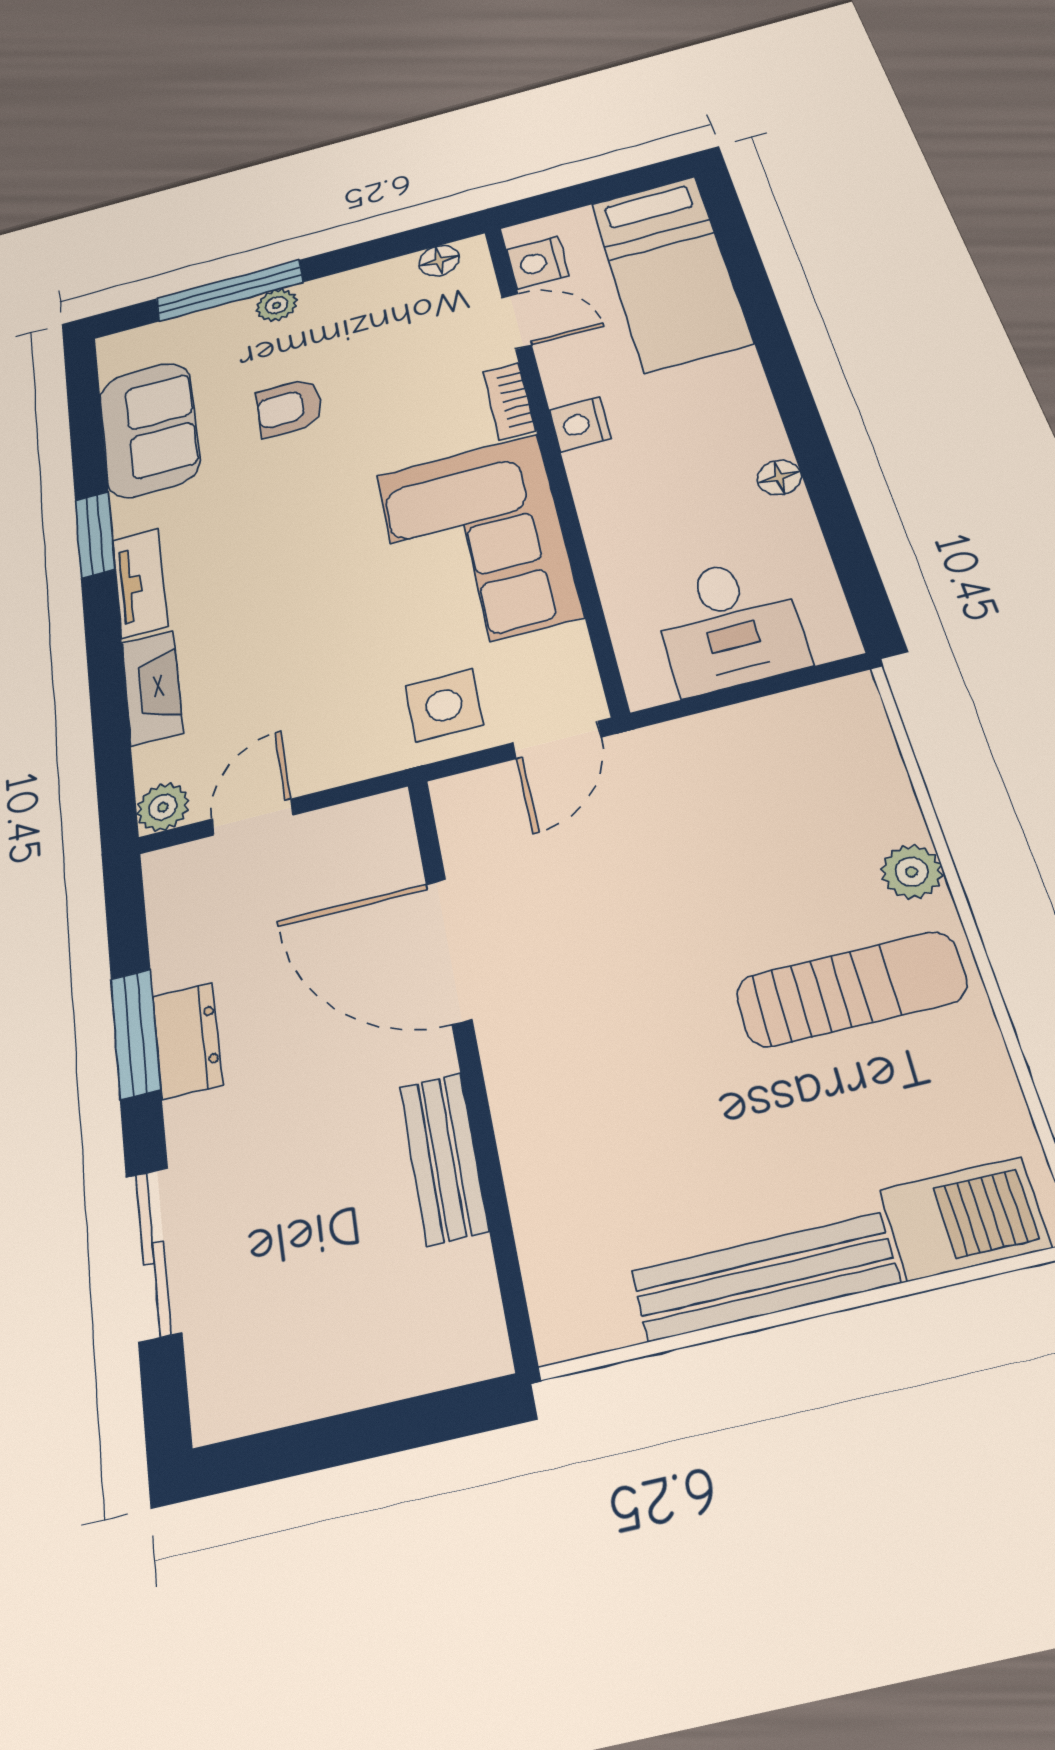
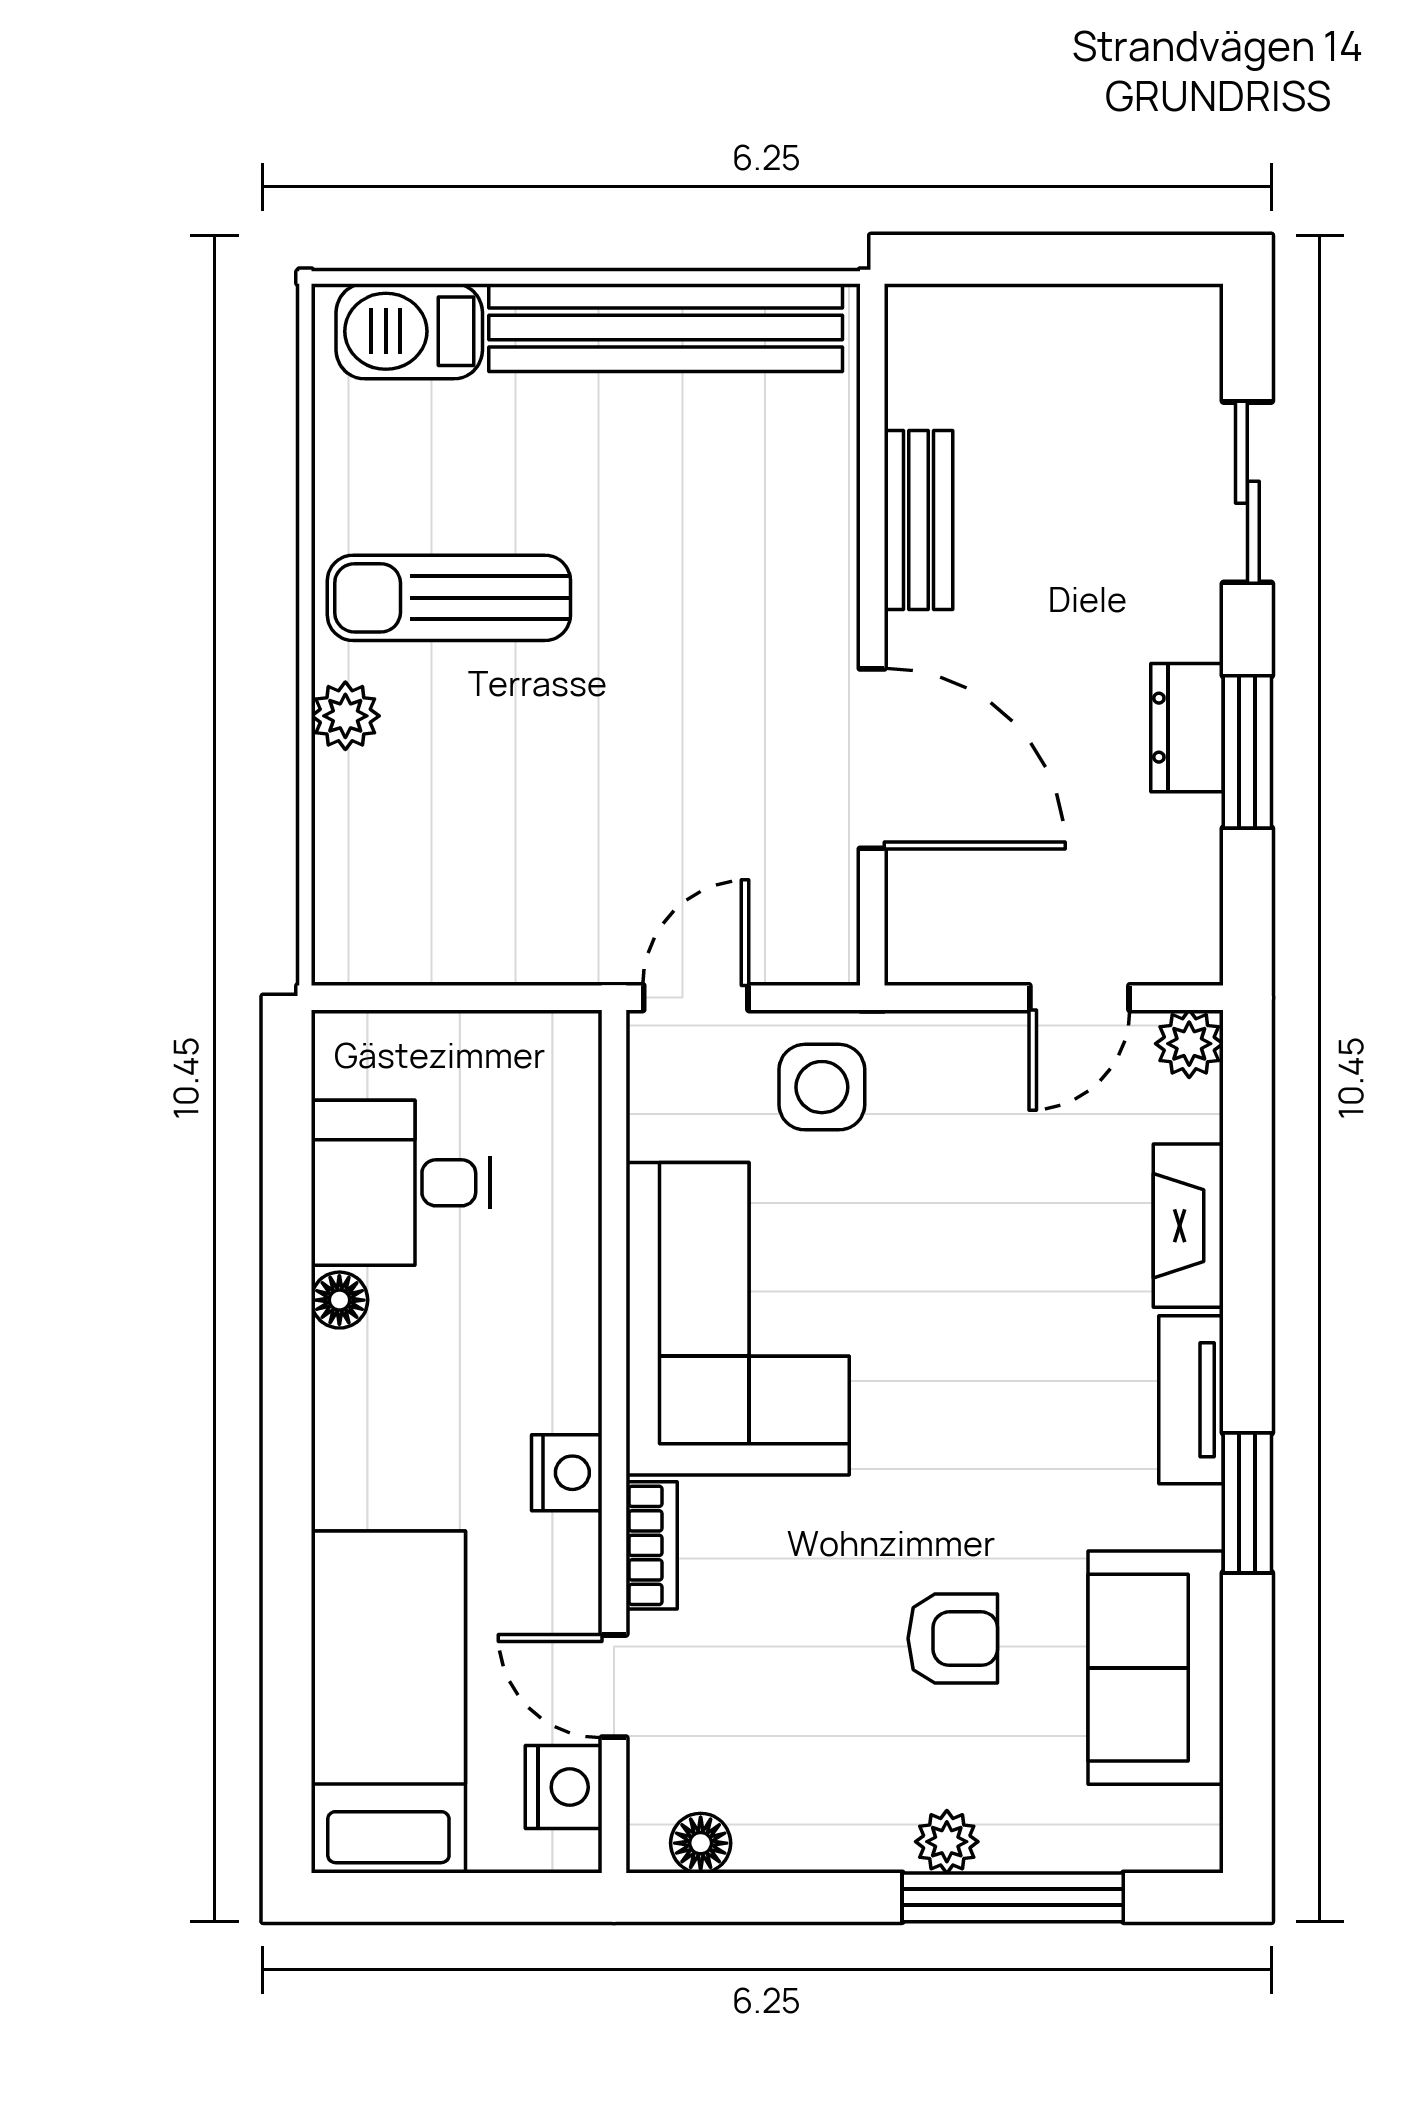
desk: (729, 624) -> (401, 1183), moved, turned -90
bench: (765, 1277) -> (666, 328), width x1.37, depth x1.21

